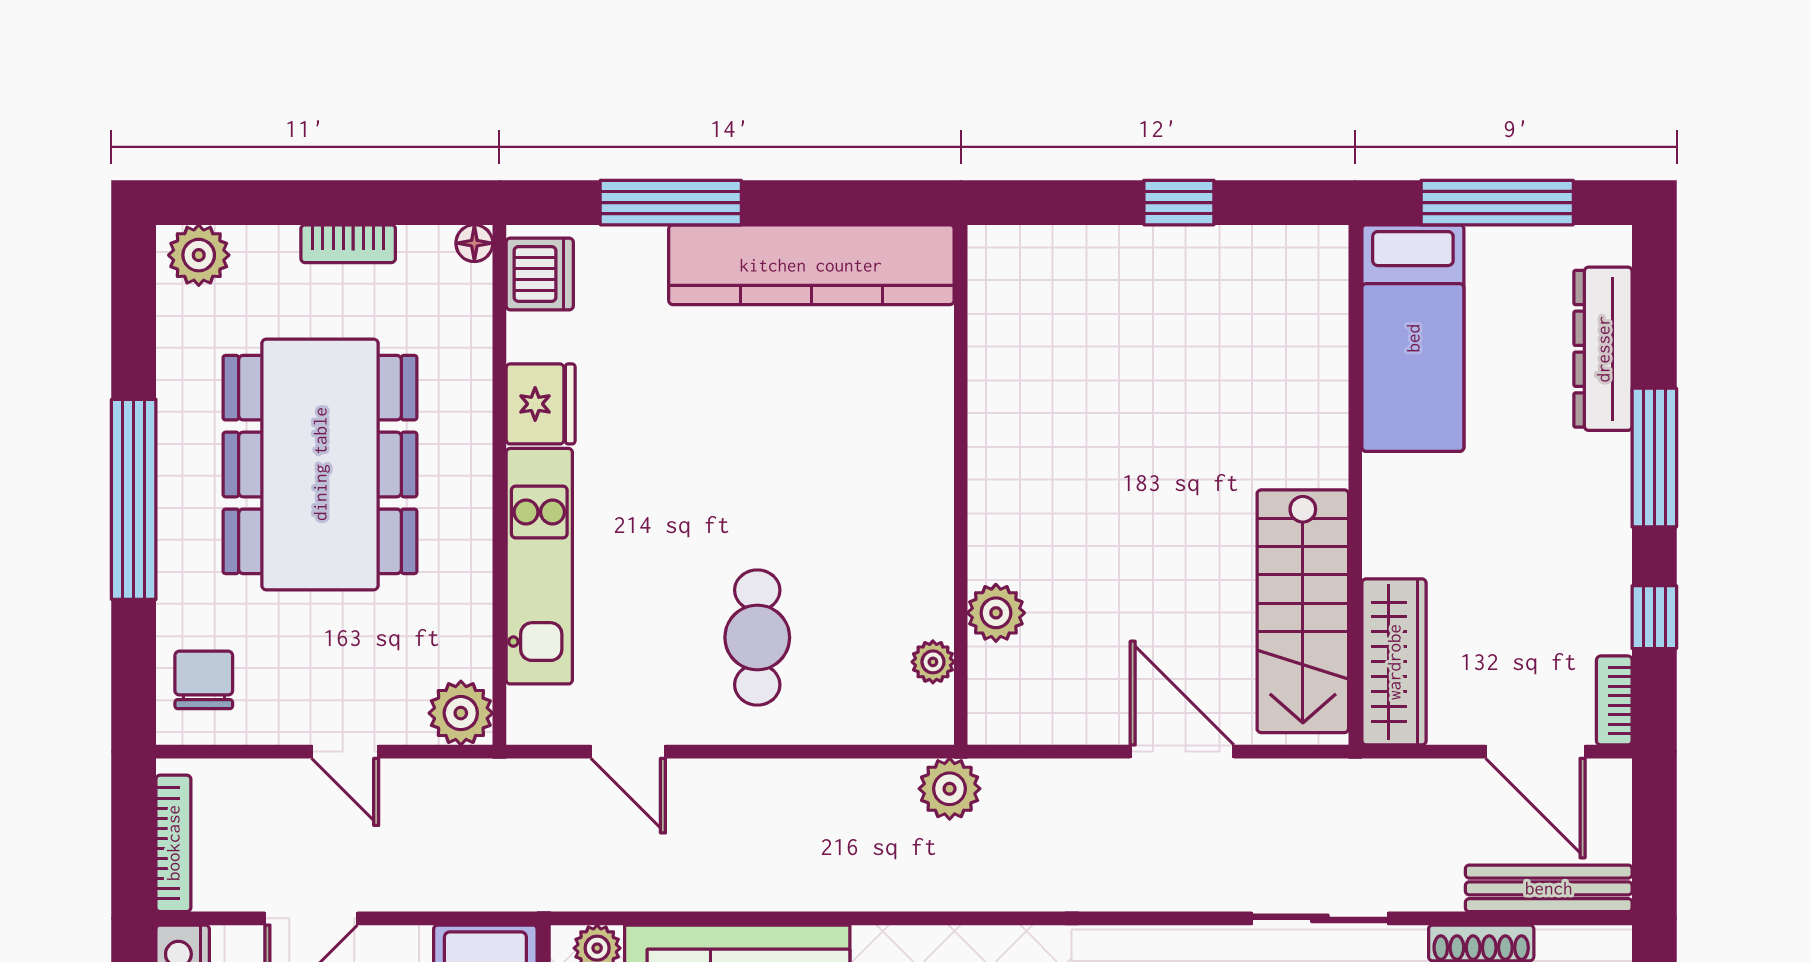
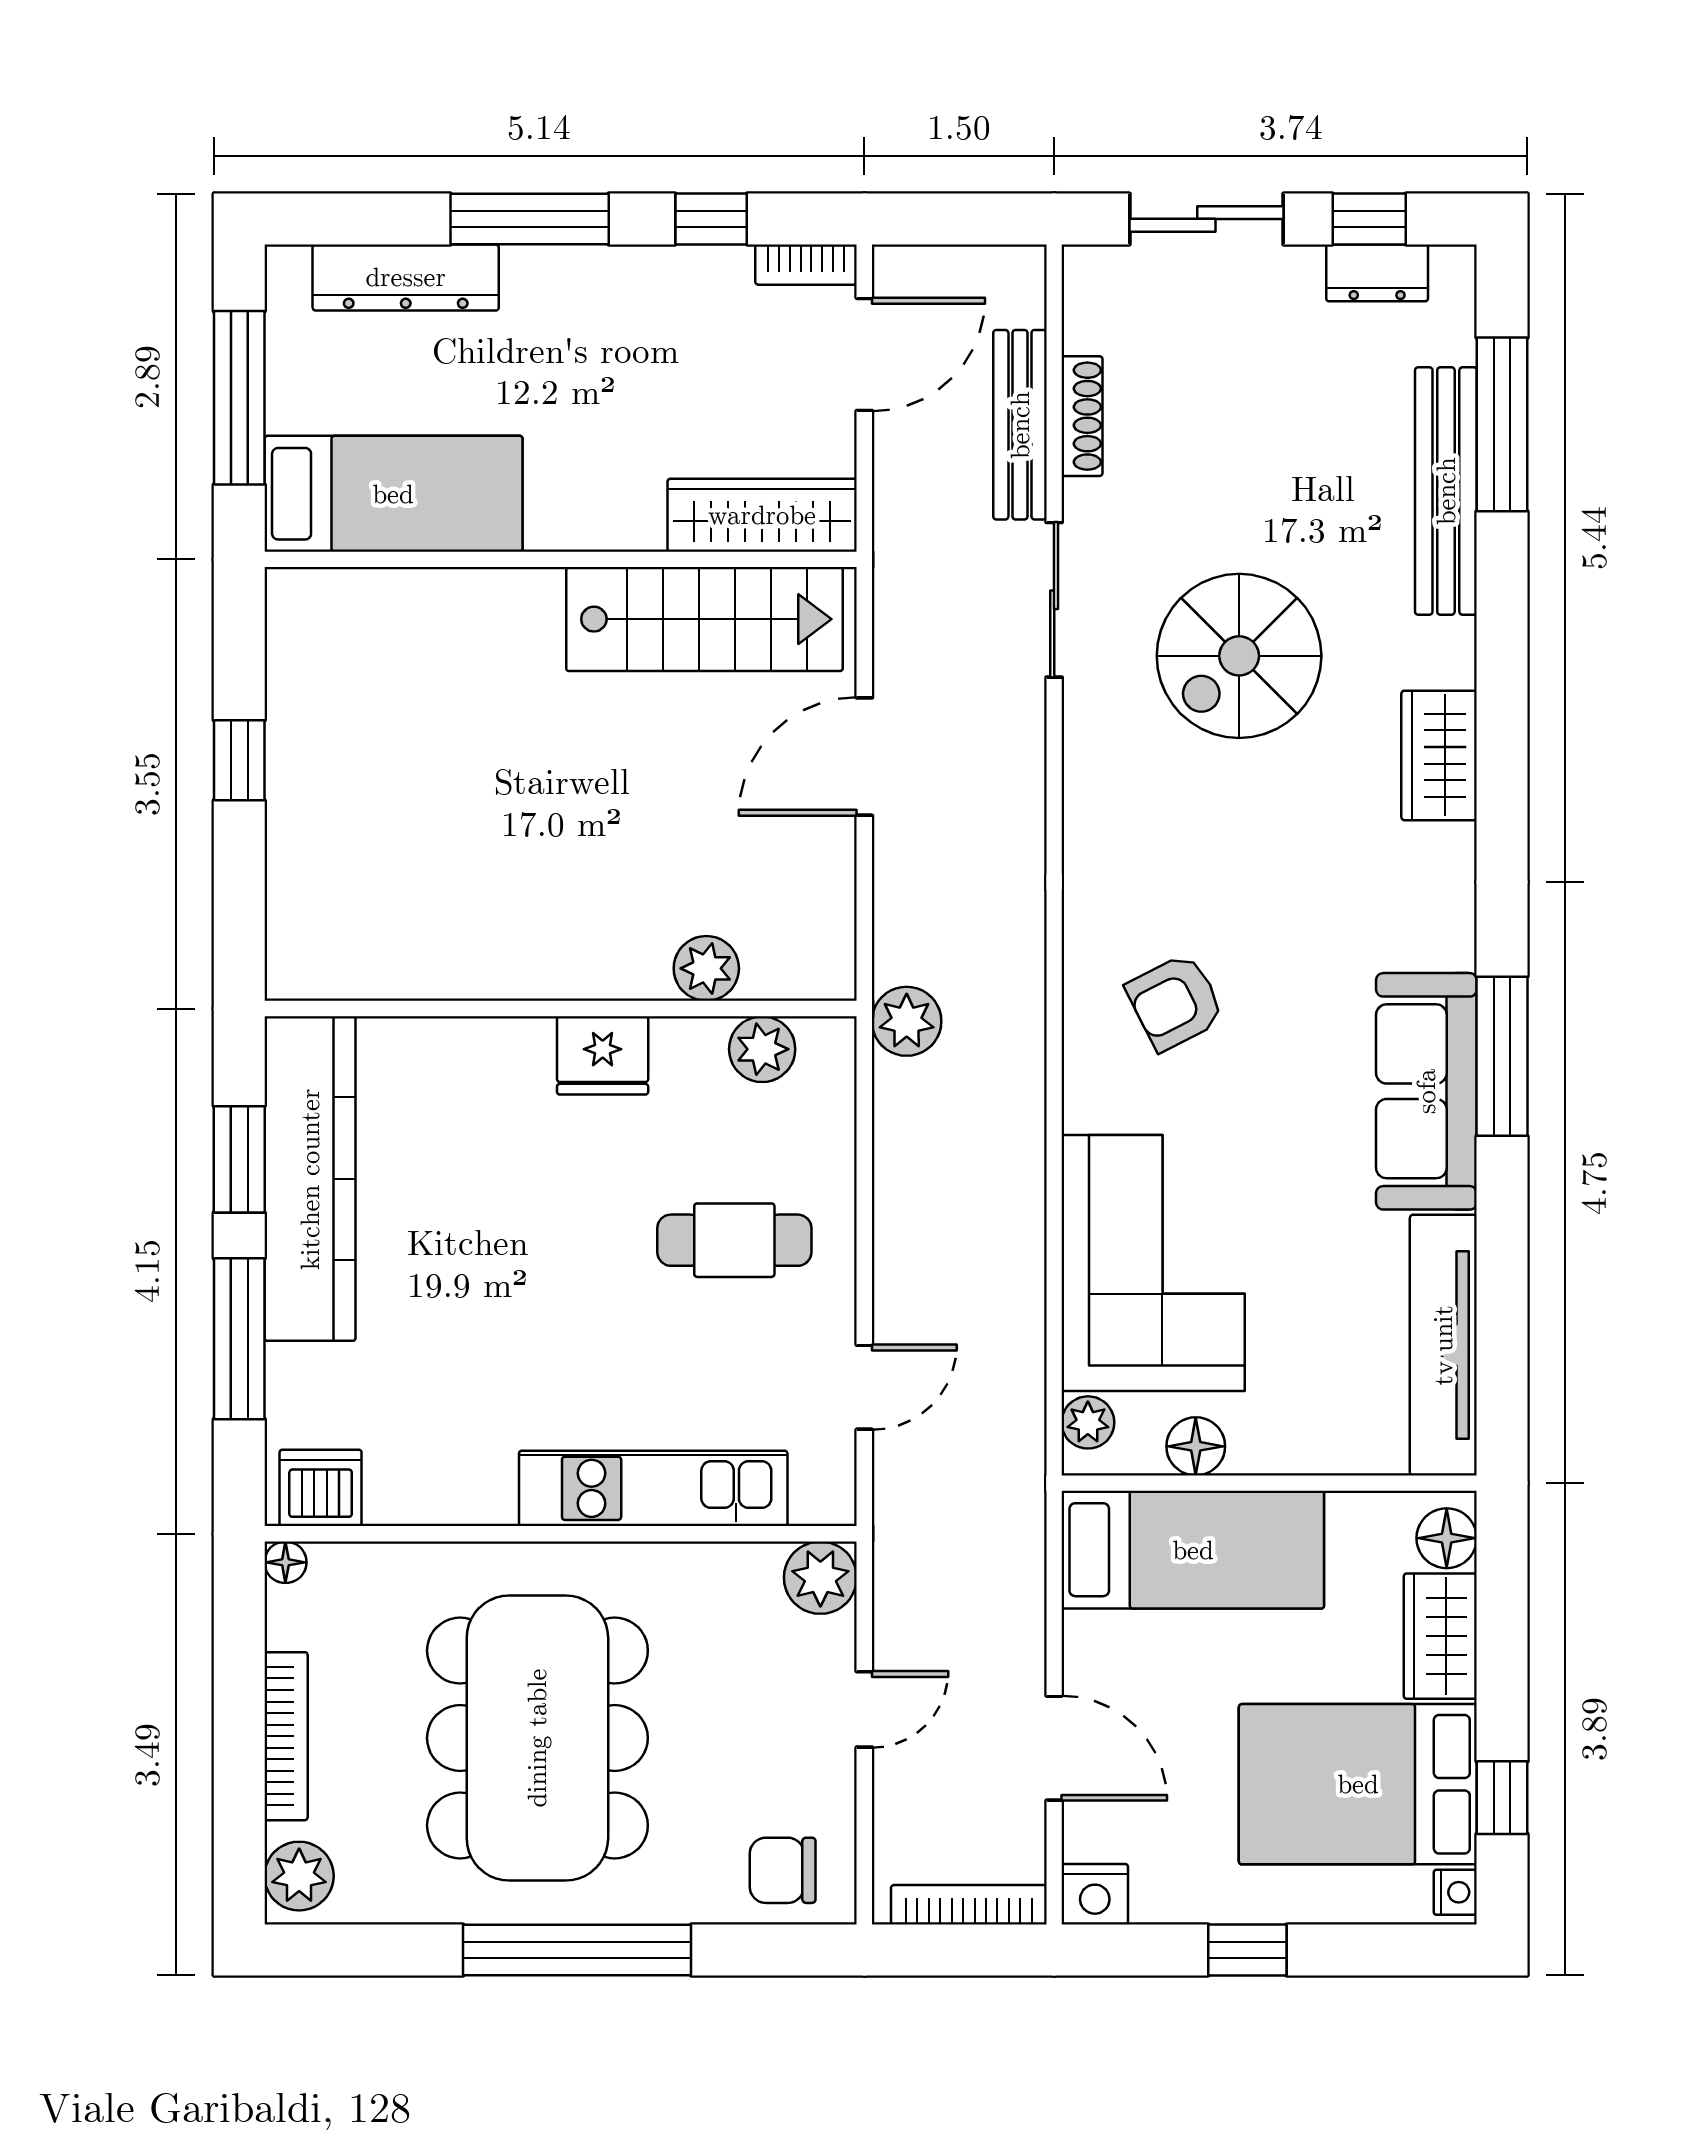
window: (828, 203) -> (239, 1159), added
bookcase: (348, 244) -> (286, 1736), width x1.56
fridge: (541, 404) -> (603, 1055), moved, turned 180
dining table: (320, 464) -> (537, 1738), turned 90
plant: (933, 662) -> (762, 1049), width x1.38, depth x1.38
bench: (1549, 888) -> (1020, 425), moved

